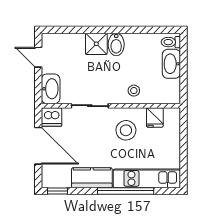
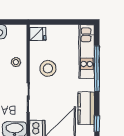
fridge: (155, 118) -> (38, 34), moved
kitchen counter: (92, 178) -> (86, 108), moved

